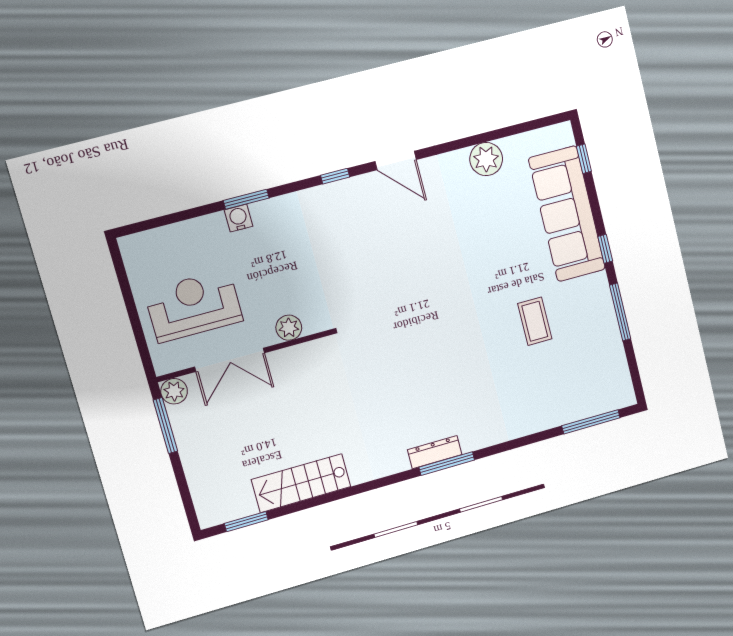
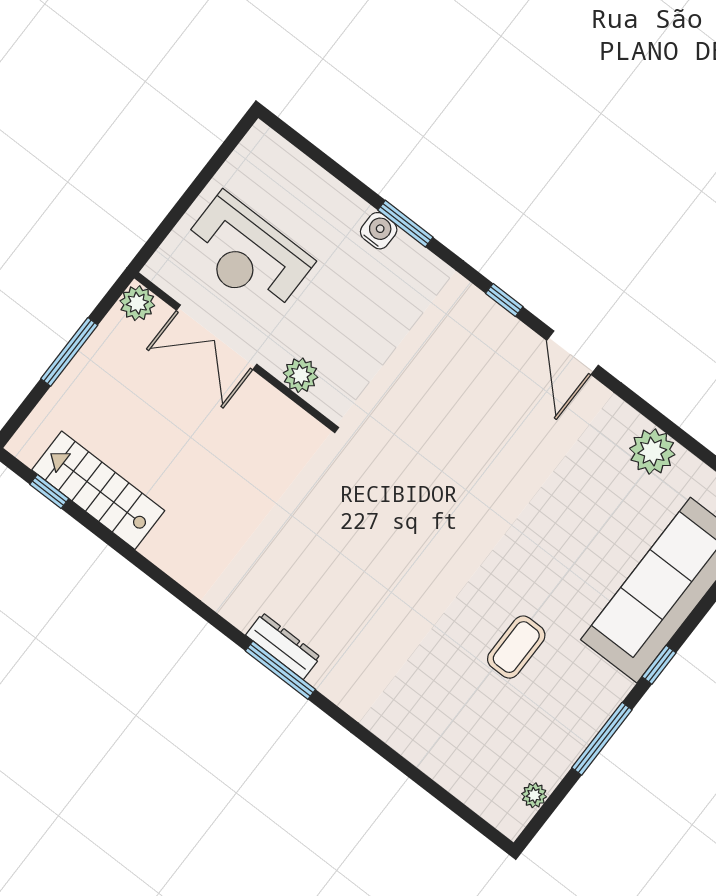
reception desk: (194, 306) -> (247, 254), turned 180
plant: (621, 373) -> (534, 795), added
window: (591, 422) -> (452, 803), removed
window: (165, 426) -> (69, 352), moved
stairs: (301, 483) -> (98, 490), moved
window: (246, 522) -> (49, 492), width x0.67

